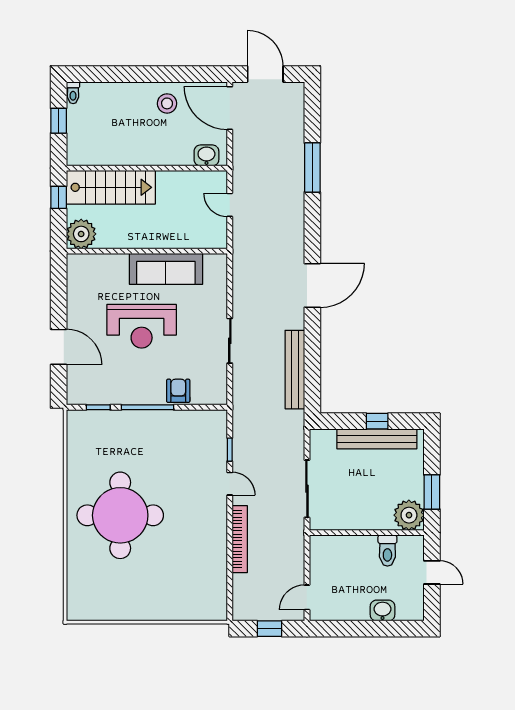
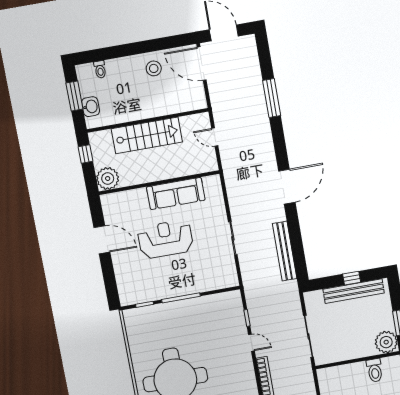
toilet: (73, 93) -> (100, 69), moved
window: (59, 121) -> (74, 96), width x1.50
washbasin: (206, 155) -> (91, 107), moved, turned 90
stairs: (111, 187) -> (147, 135), moved
reception desk: (142, 326) -> (166, 239), turned 180
door: (59, 347) -> (102, 240), moved
armchair: (178, 391) -> (201, 282), removed

